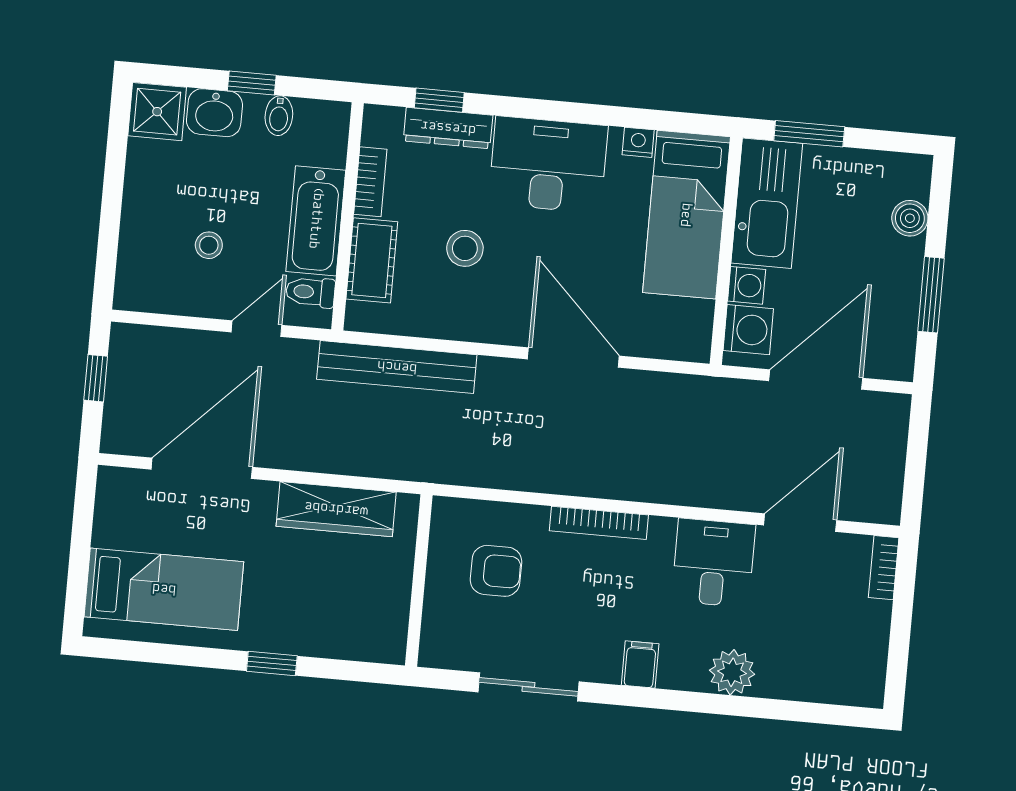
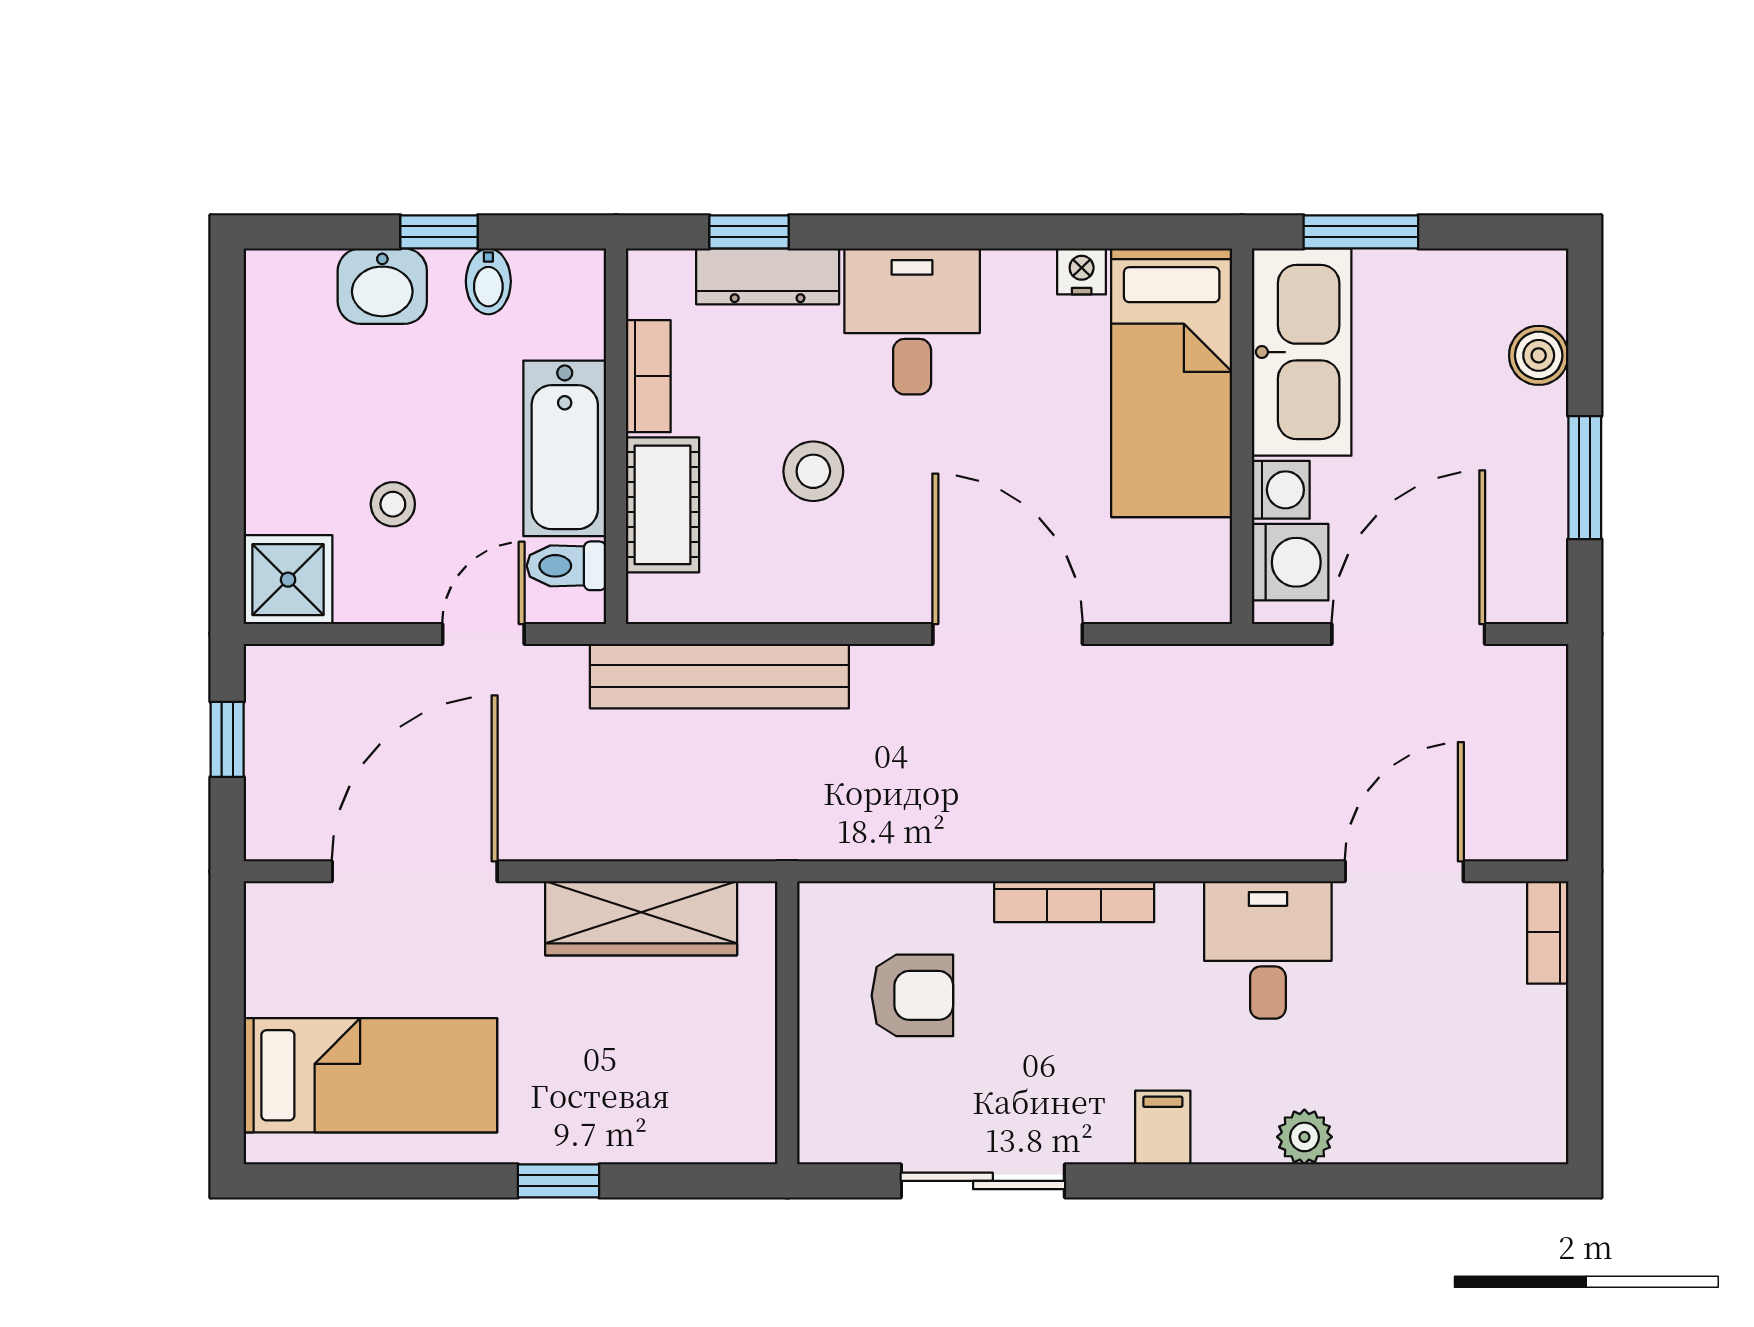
shower: (157, 112) -> (288, 580), moved
desk: (548, 165) -> (912, 321), width x0.73
plant: (732, 672) -> (1304, 1137), width x0.73, depth x0.73

